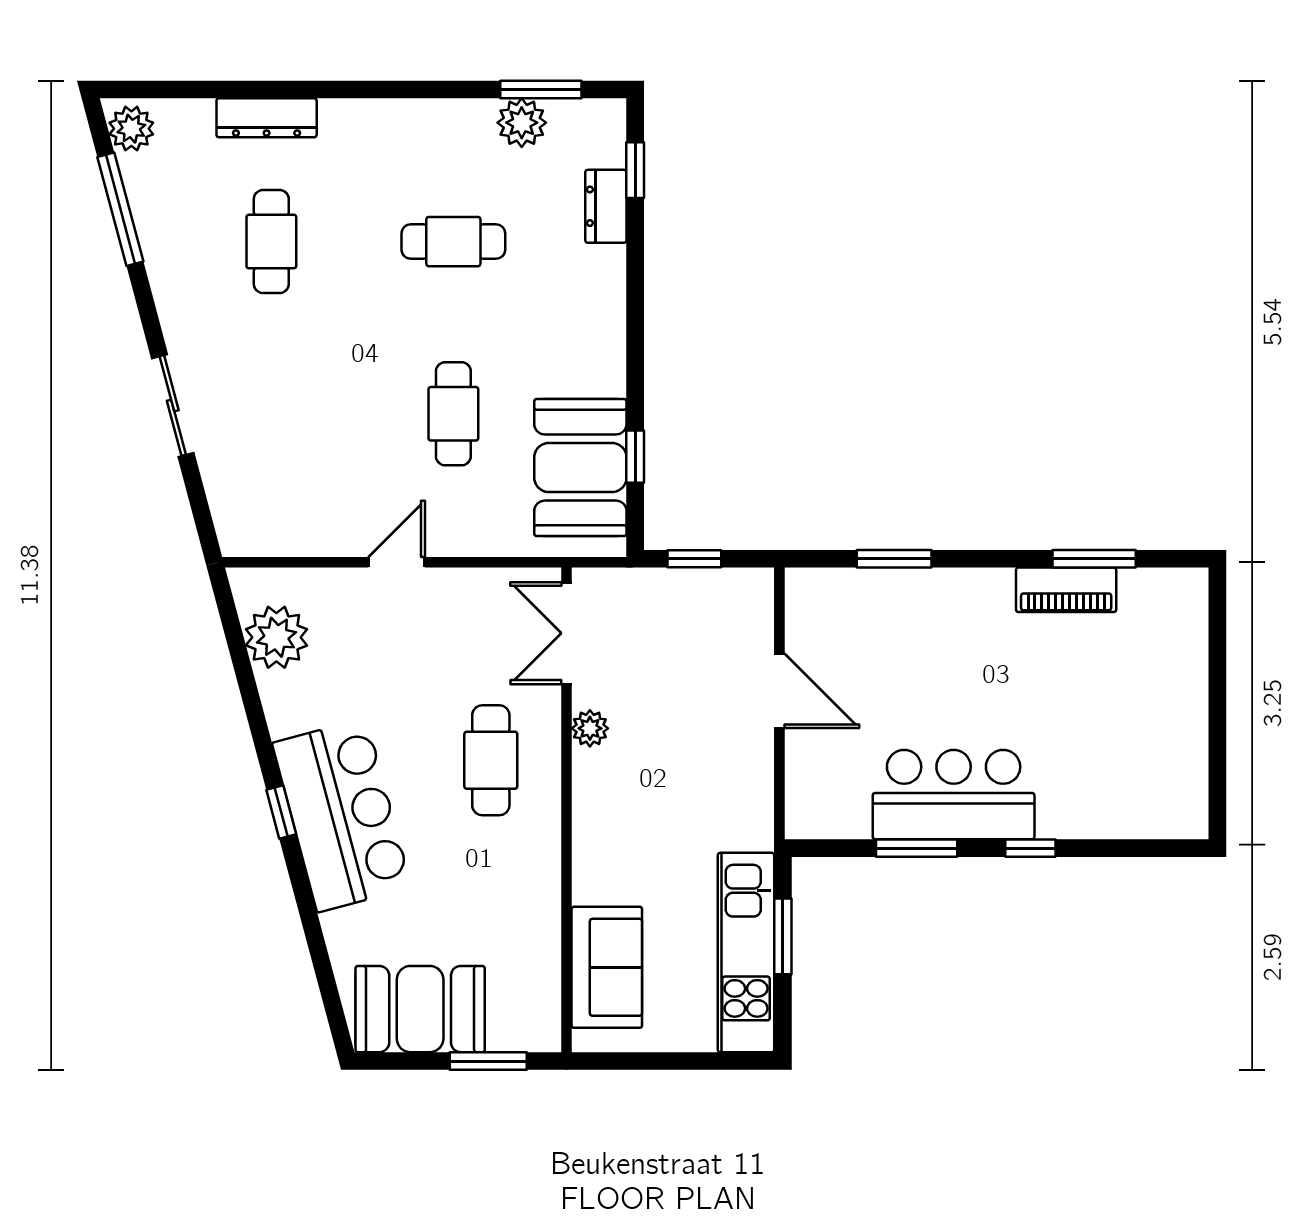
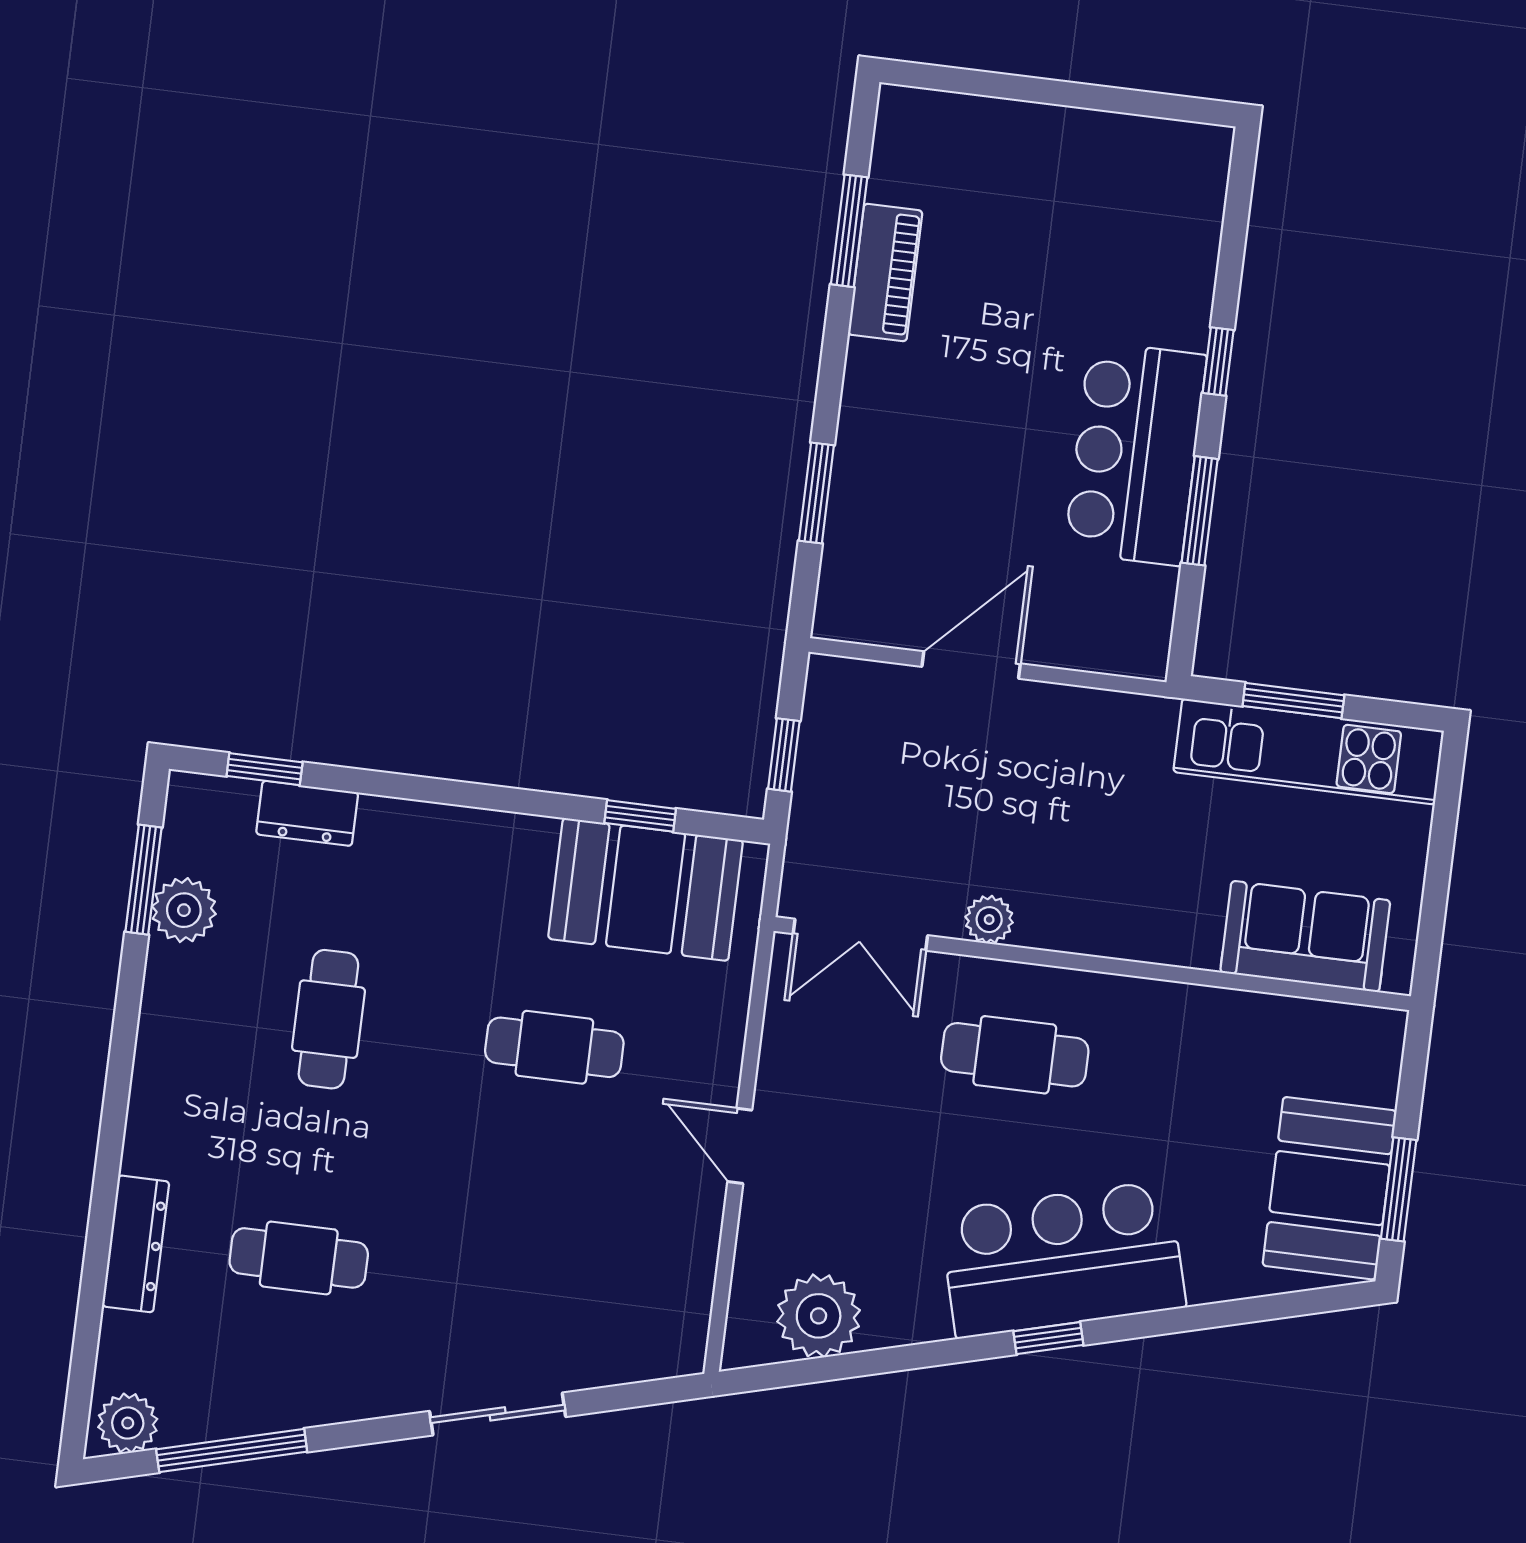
window: (488, 1061) -> (1399, 1189), moved

